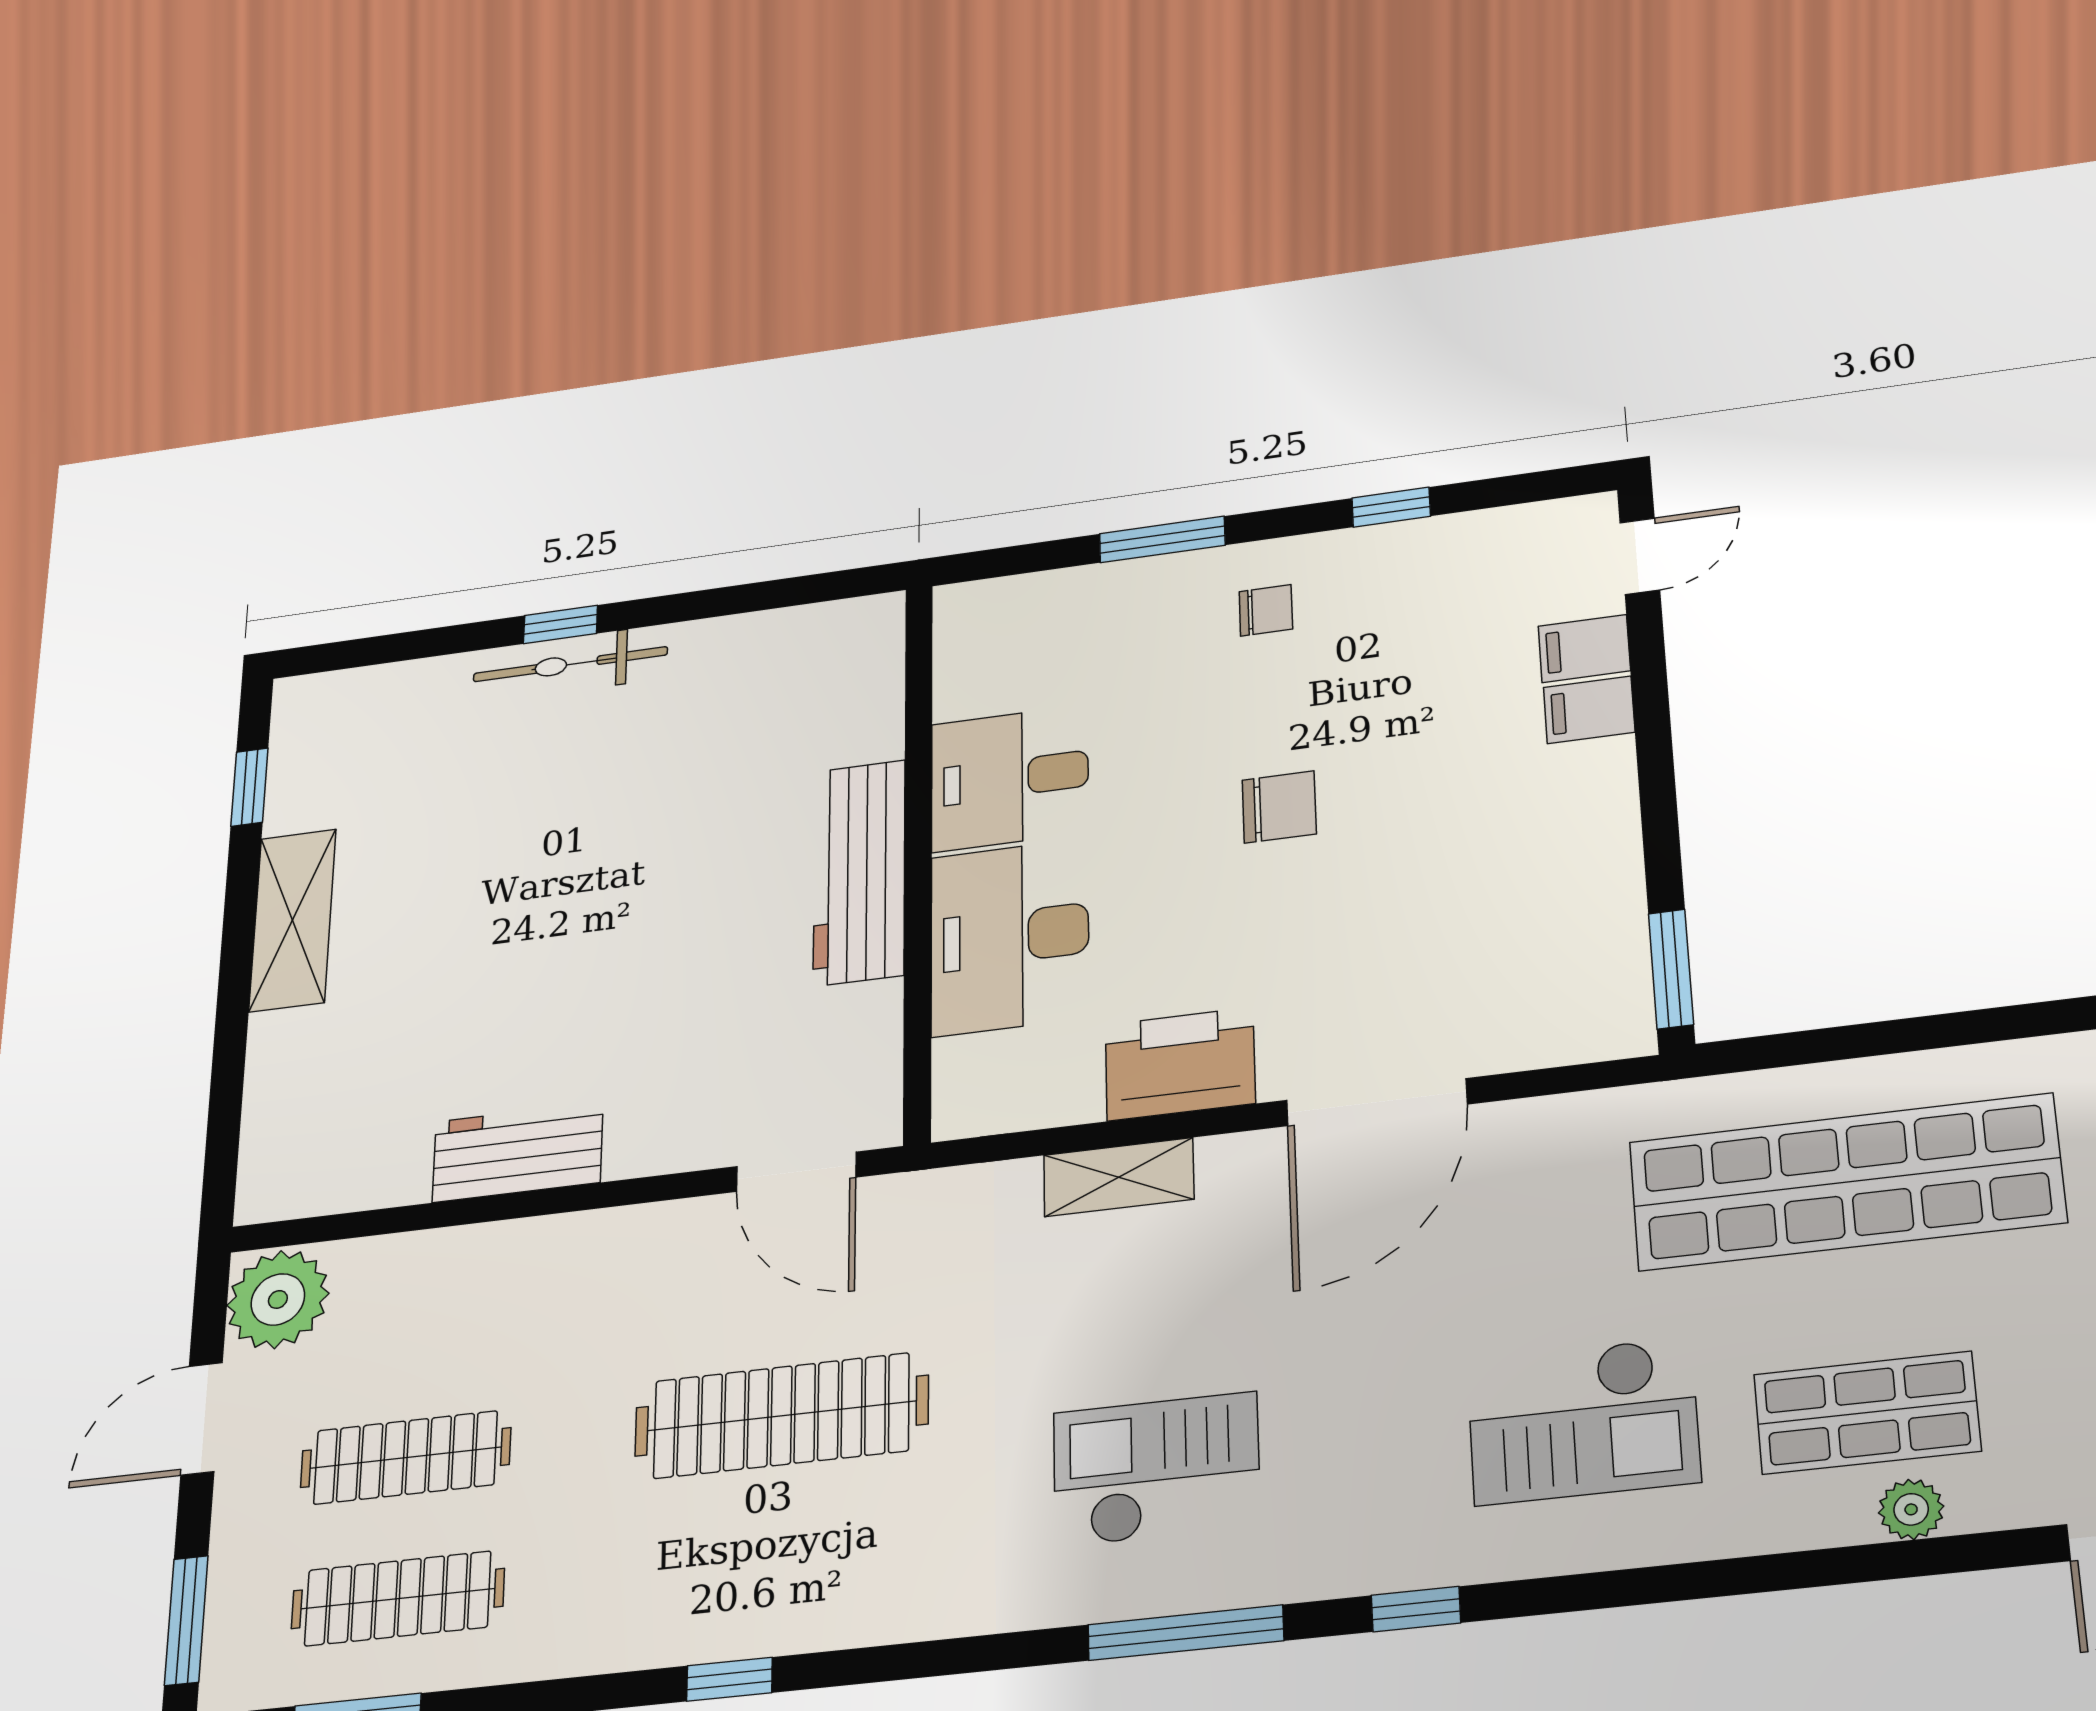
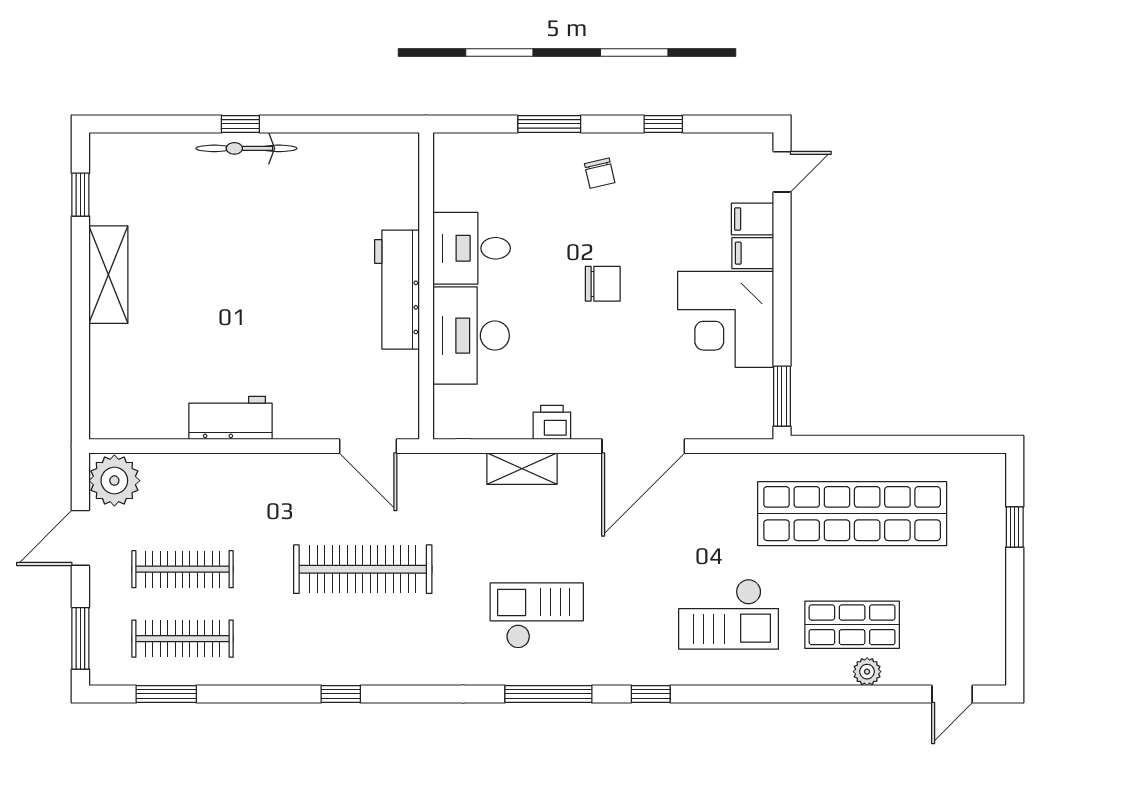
chair: (1266, 610) -> (600, 173), turned 77
corner desk: (1540, 839) -> (726, 319), added
printer: (1180, 1064) -> (552, 422), width x0.53, depth x0.68

